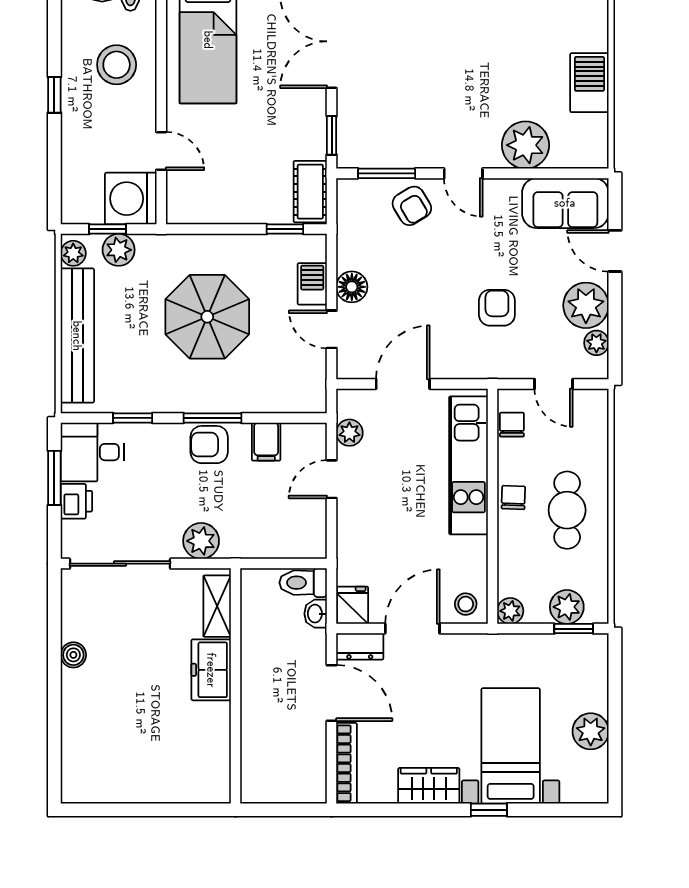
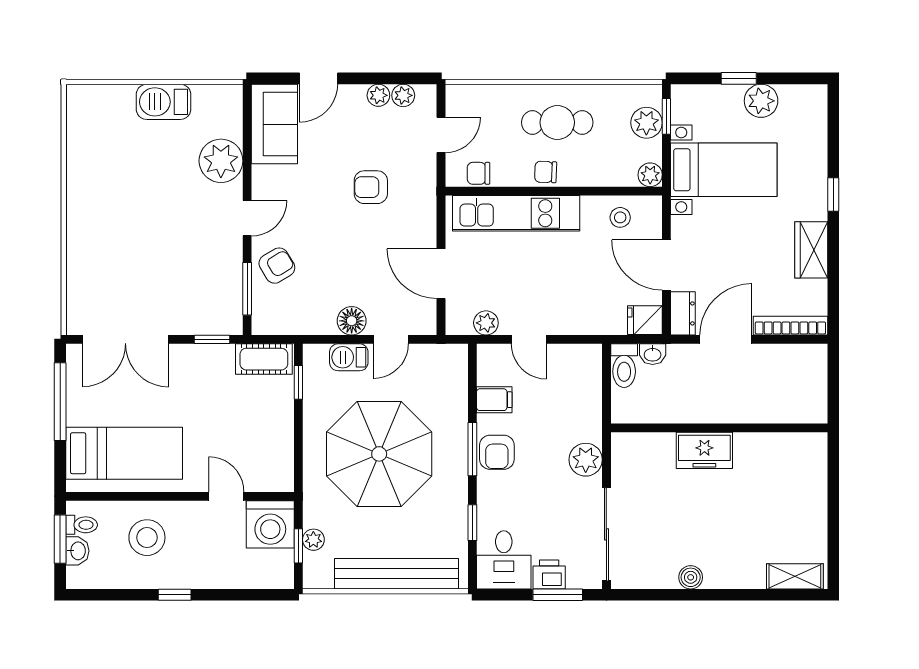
door: (161, 151) -> (226, 496), hinge flipped
plant: (119, 250) -> (313, 540), width x0.73, depth x0.73
plant: (73, 253) -> (321, 577), removed
plant: (586, 305) -> (378, 95), width x0.53, depth x0.53
parasol: (207, 317) -> (379, 454), width x1.36, depth x1.36
window: (54, 478) -> (558, 595), moved
stool: (466, 604) -> (620, 217), moved
shelving: (217, 606) -> (795, 576), moved
window: (615, 707) -> (739, 78), added
bed with nightstands: (511, 746) -> (724, 170), moved, turned 180

